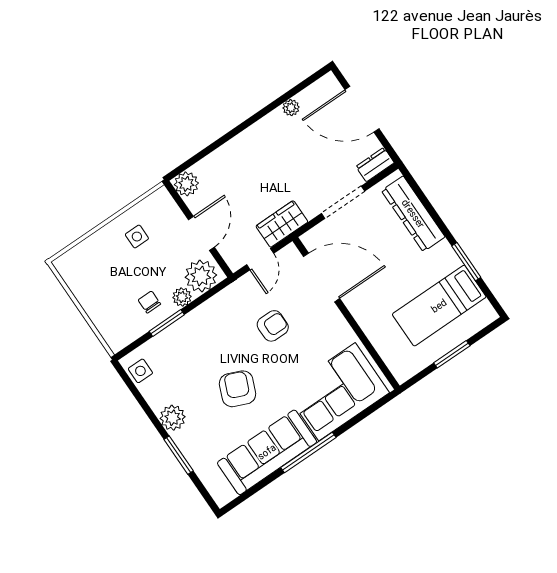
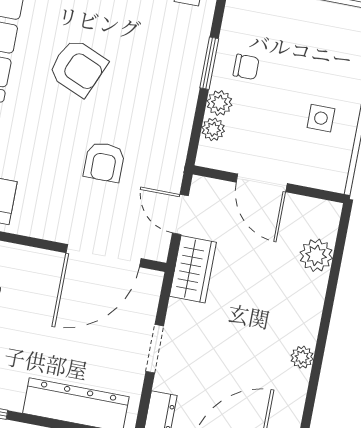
plant: (291, 108) -> (302, 357), moved
plant: (186, 184) -> (316, 255), moved
doorway: (343, 202) -> (155, 349), width x0.73
plant: (201, 276) -> (213, 129), width x0.53, depth x0.53

